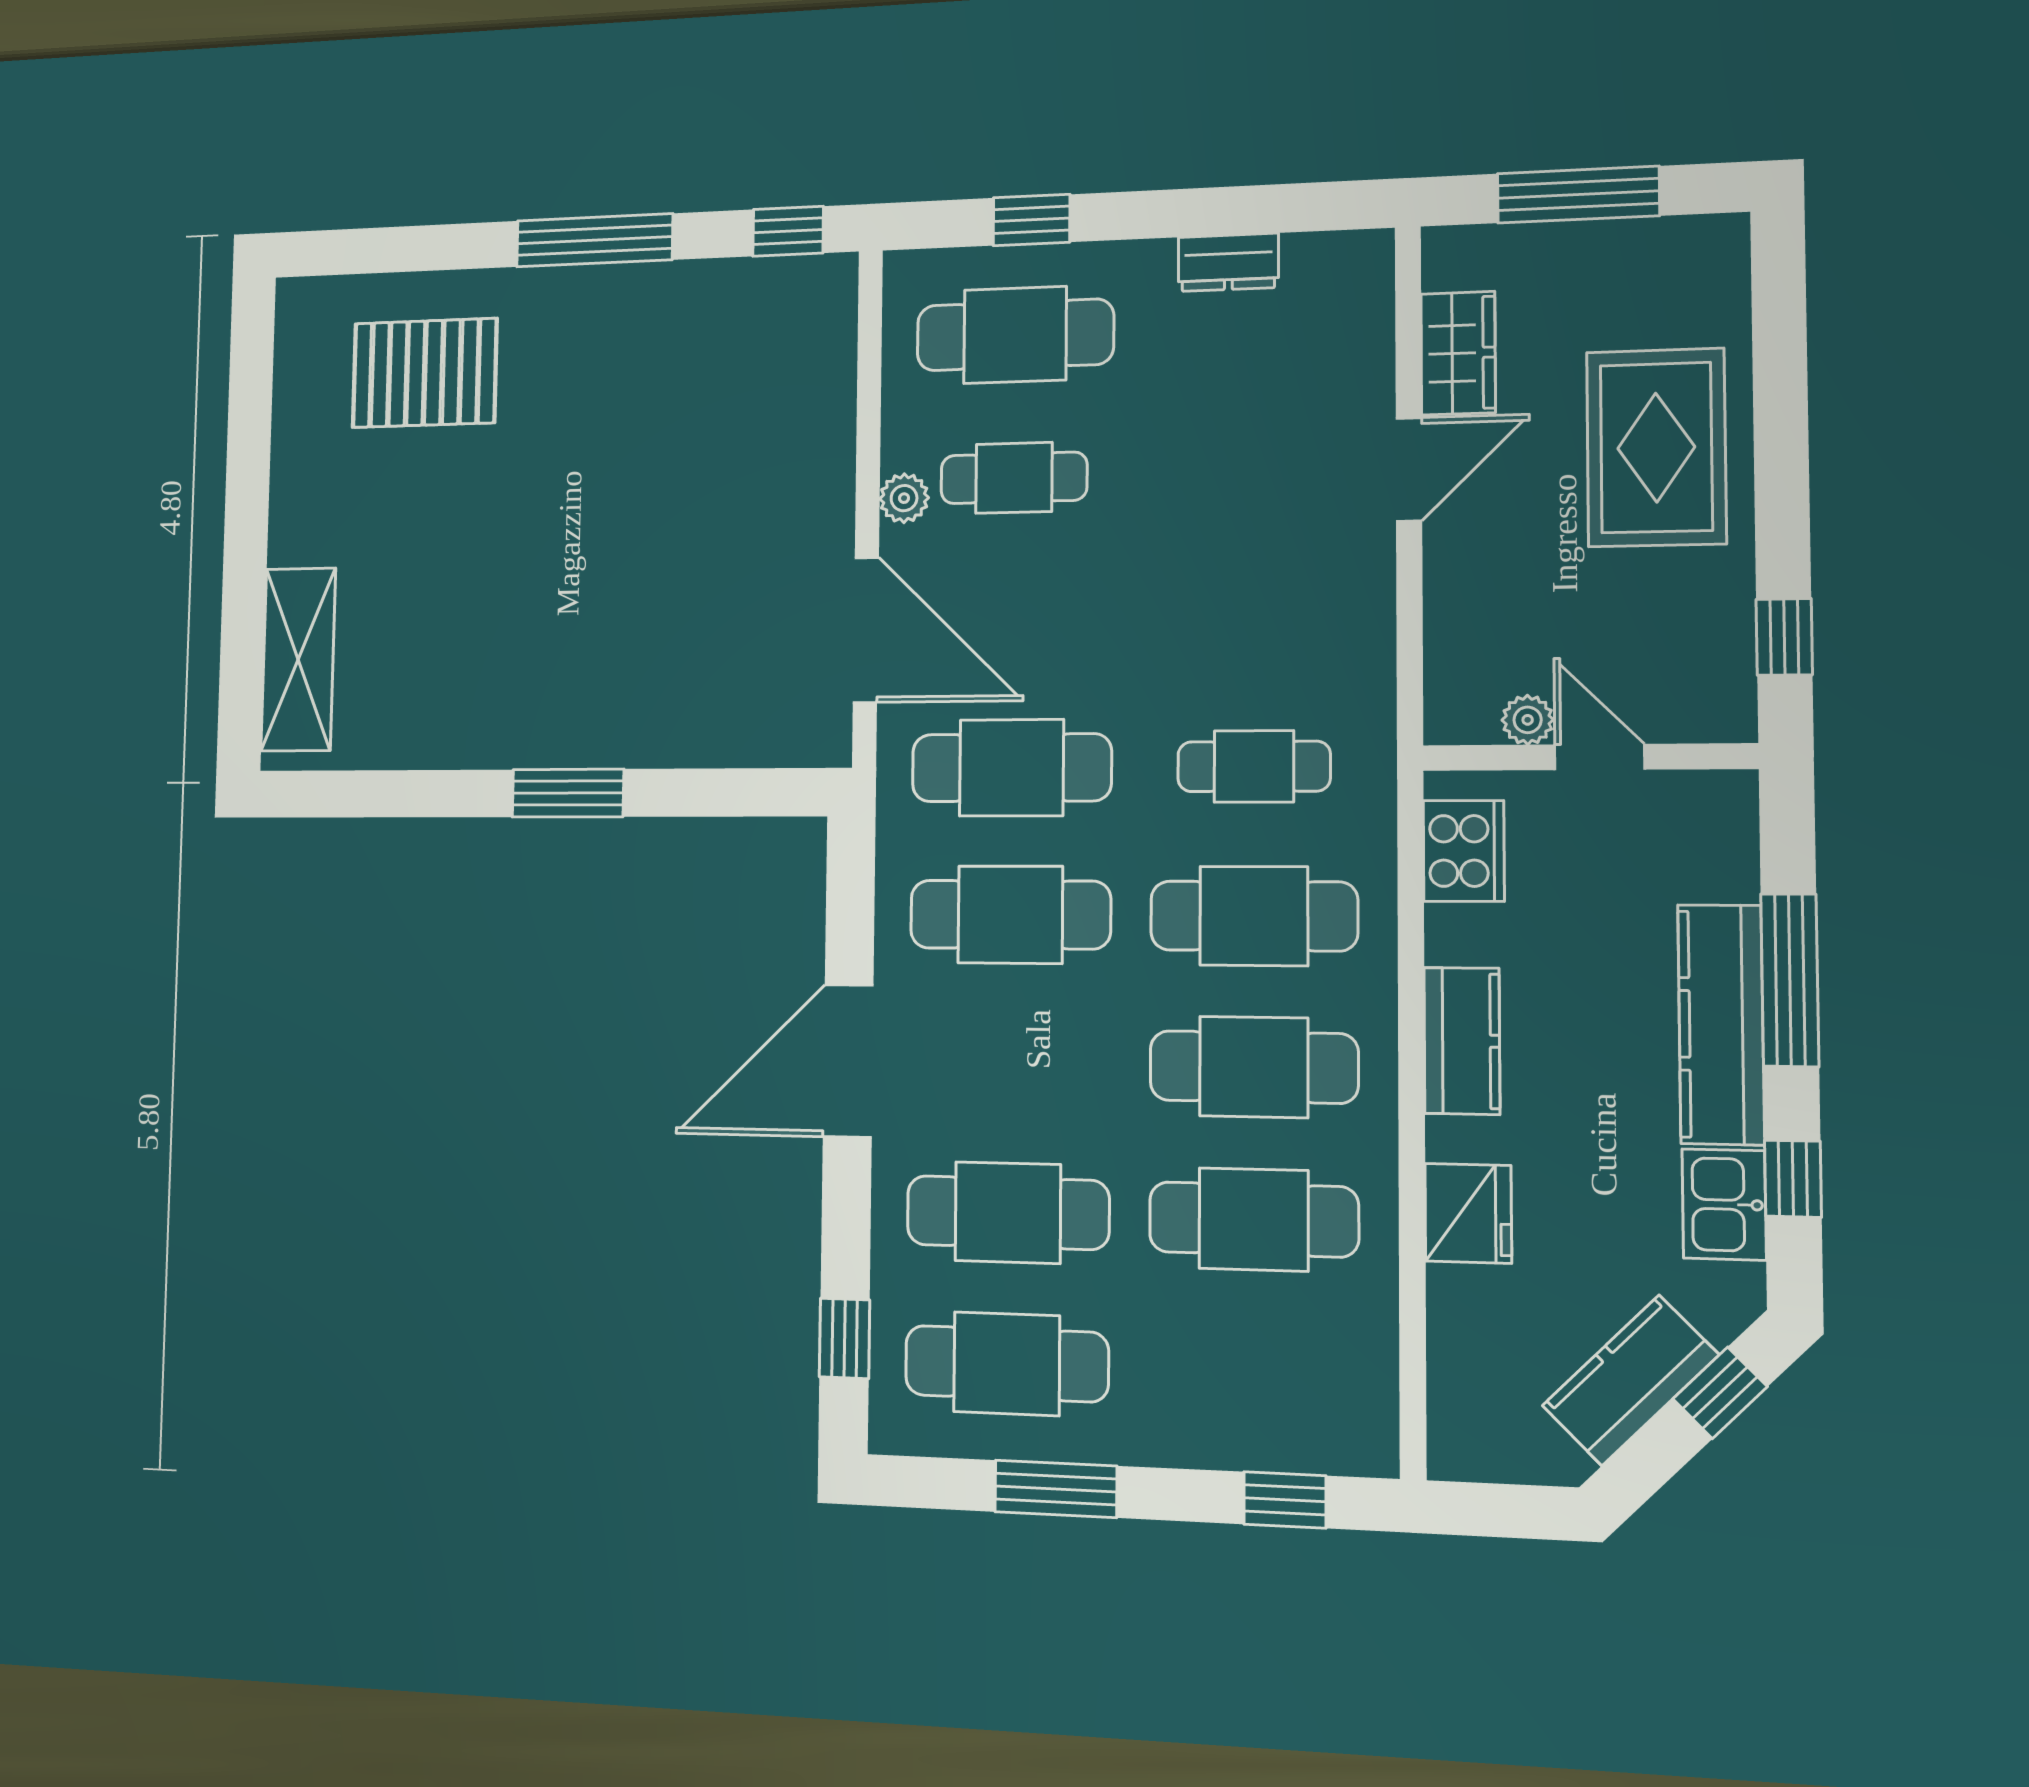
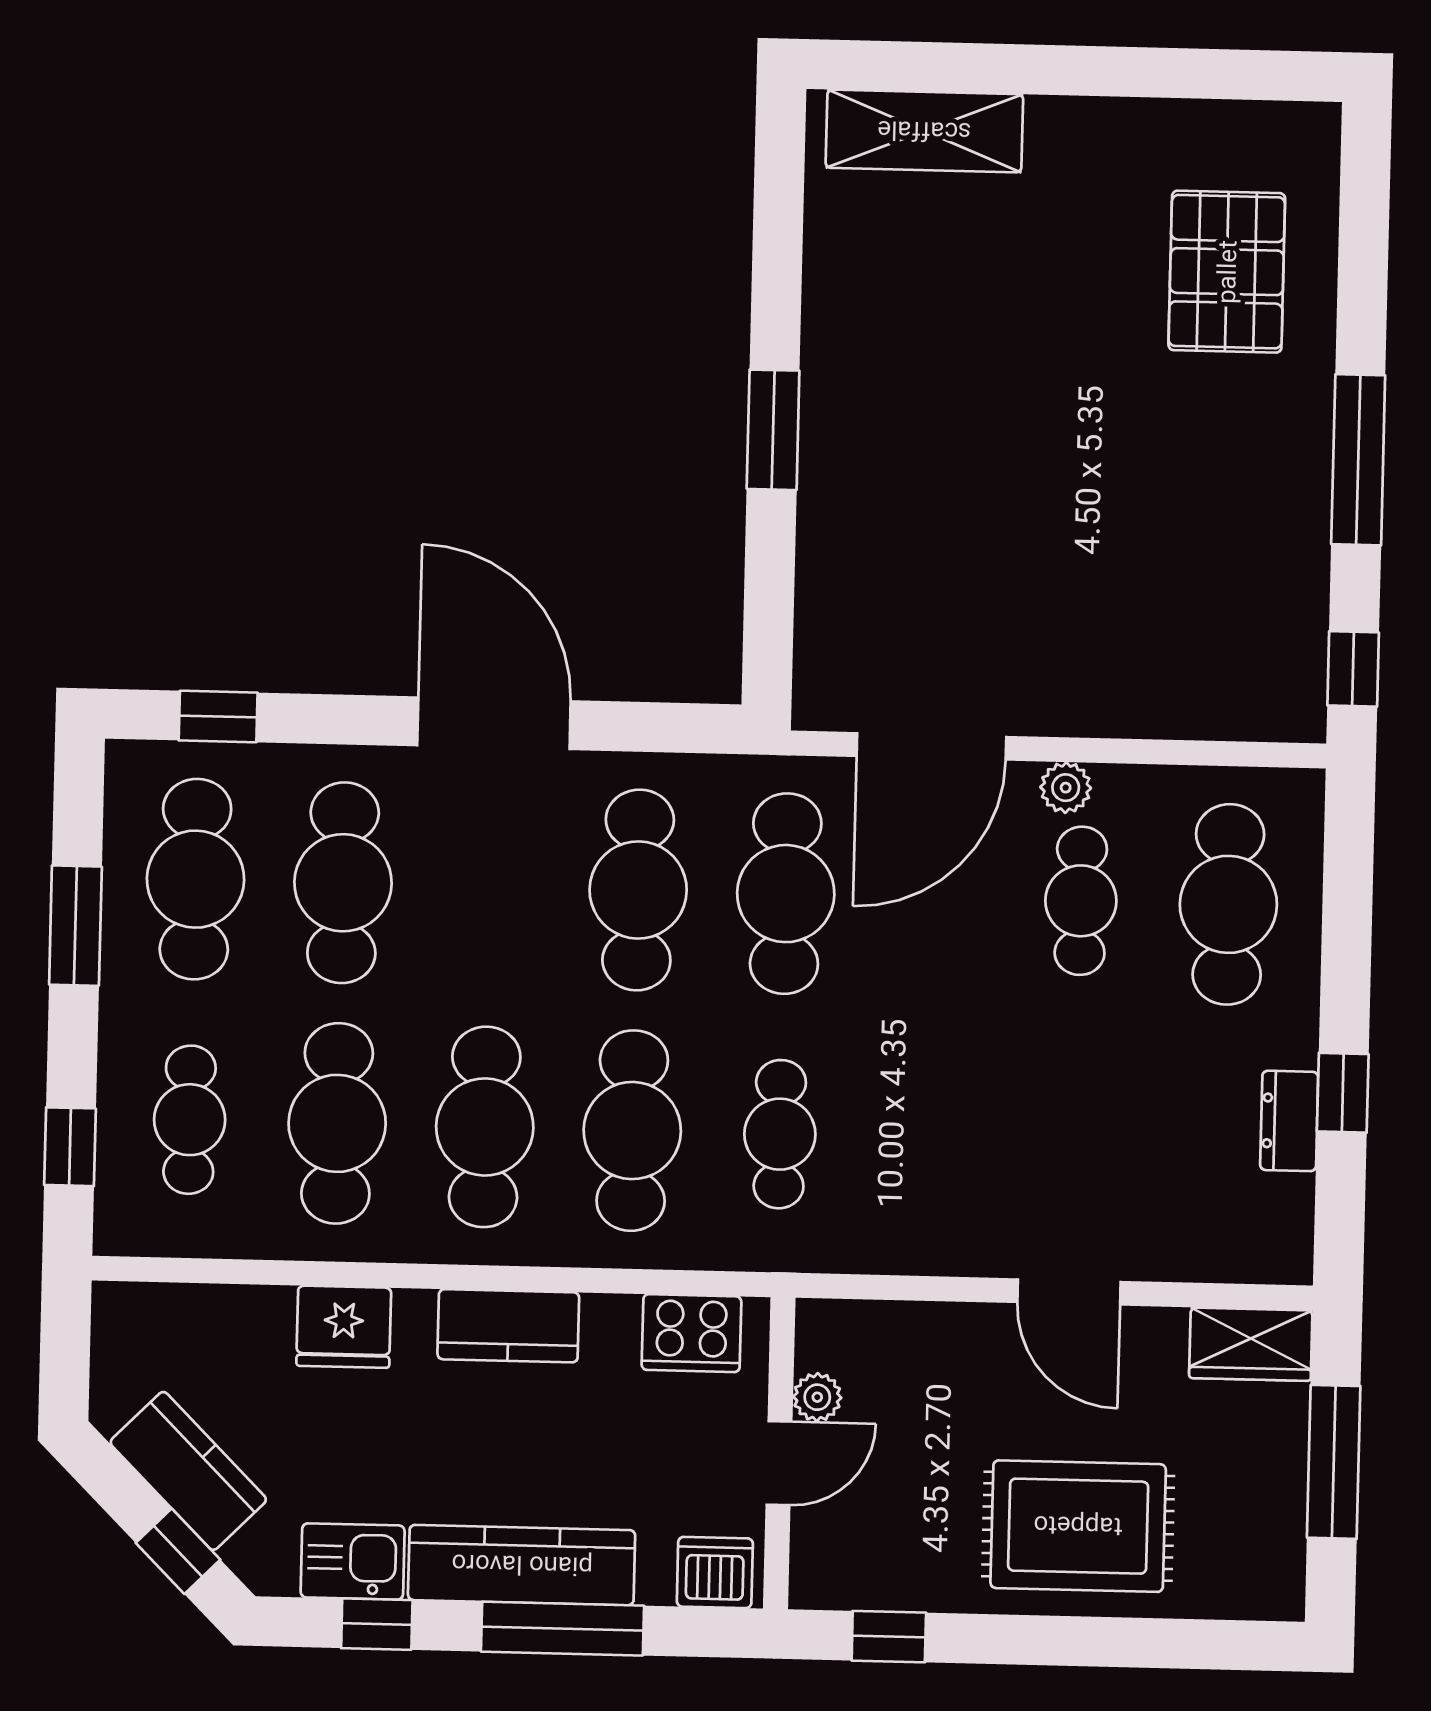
window: (1031, 220) -> (1343, 1093), moved
wardrobe: (1458, 353) -> (1251, 1344), moved
dishwasher: (1721, 821) -> (715, 1572), added
cafe table: (1253, 1373) -> (190, 1120), added

